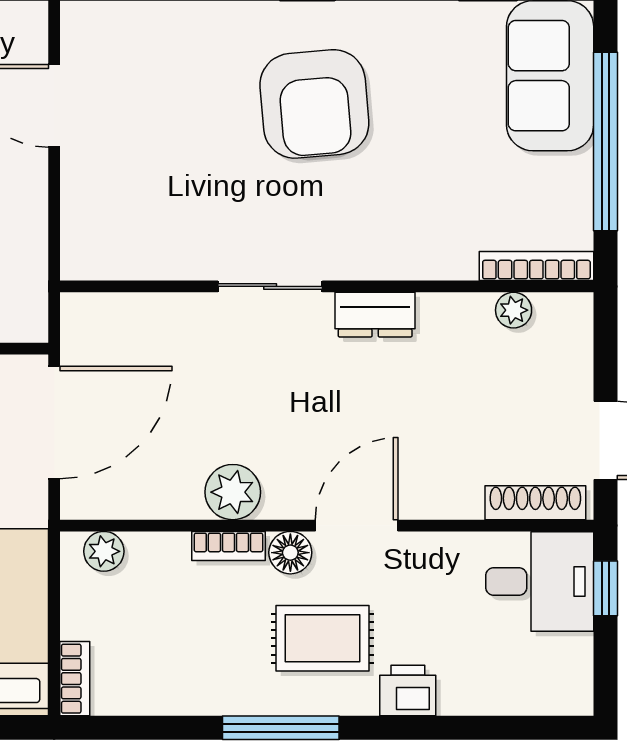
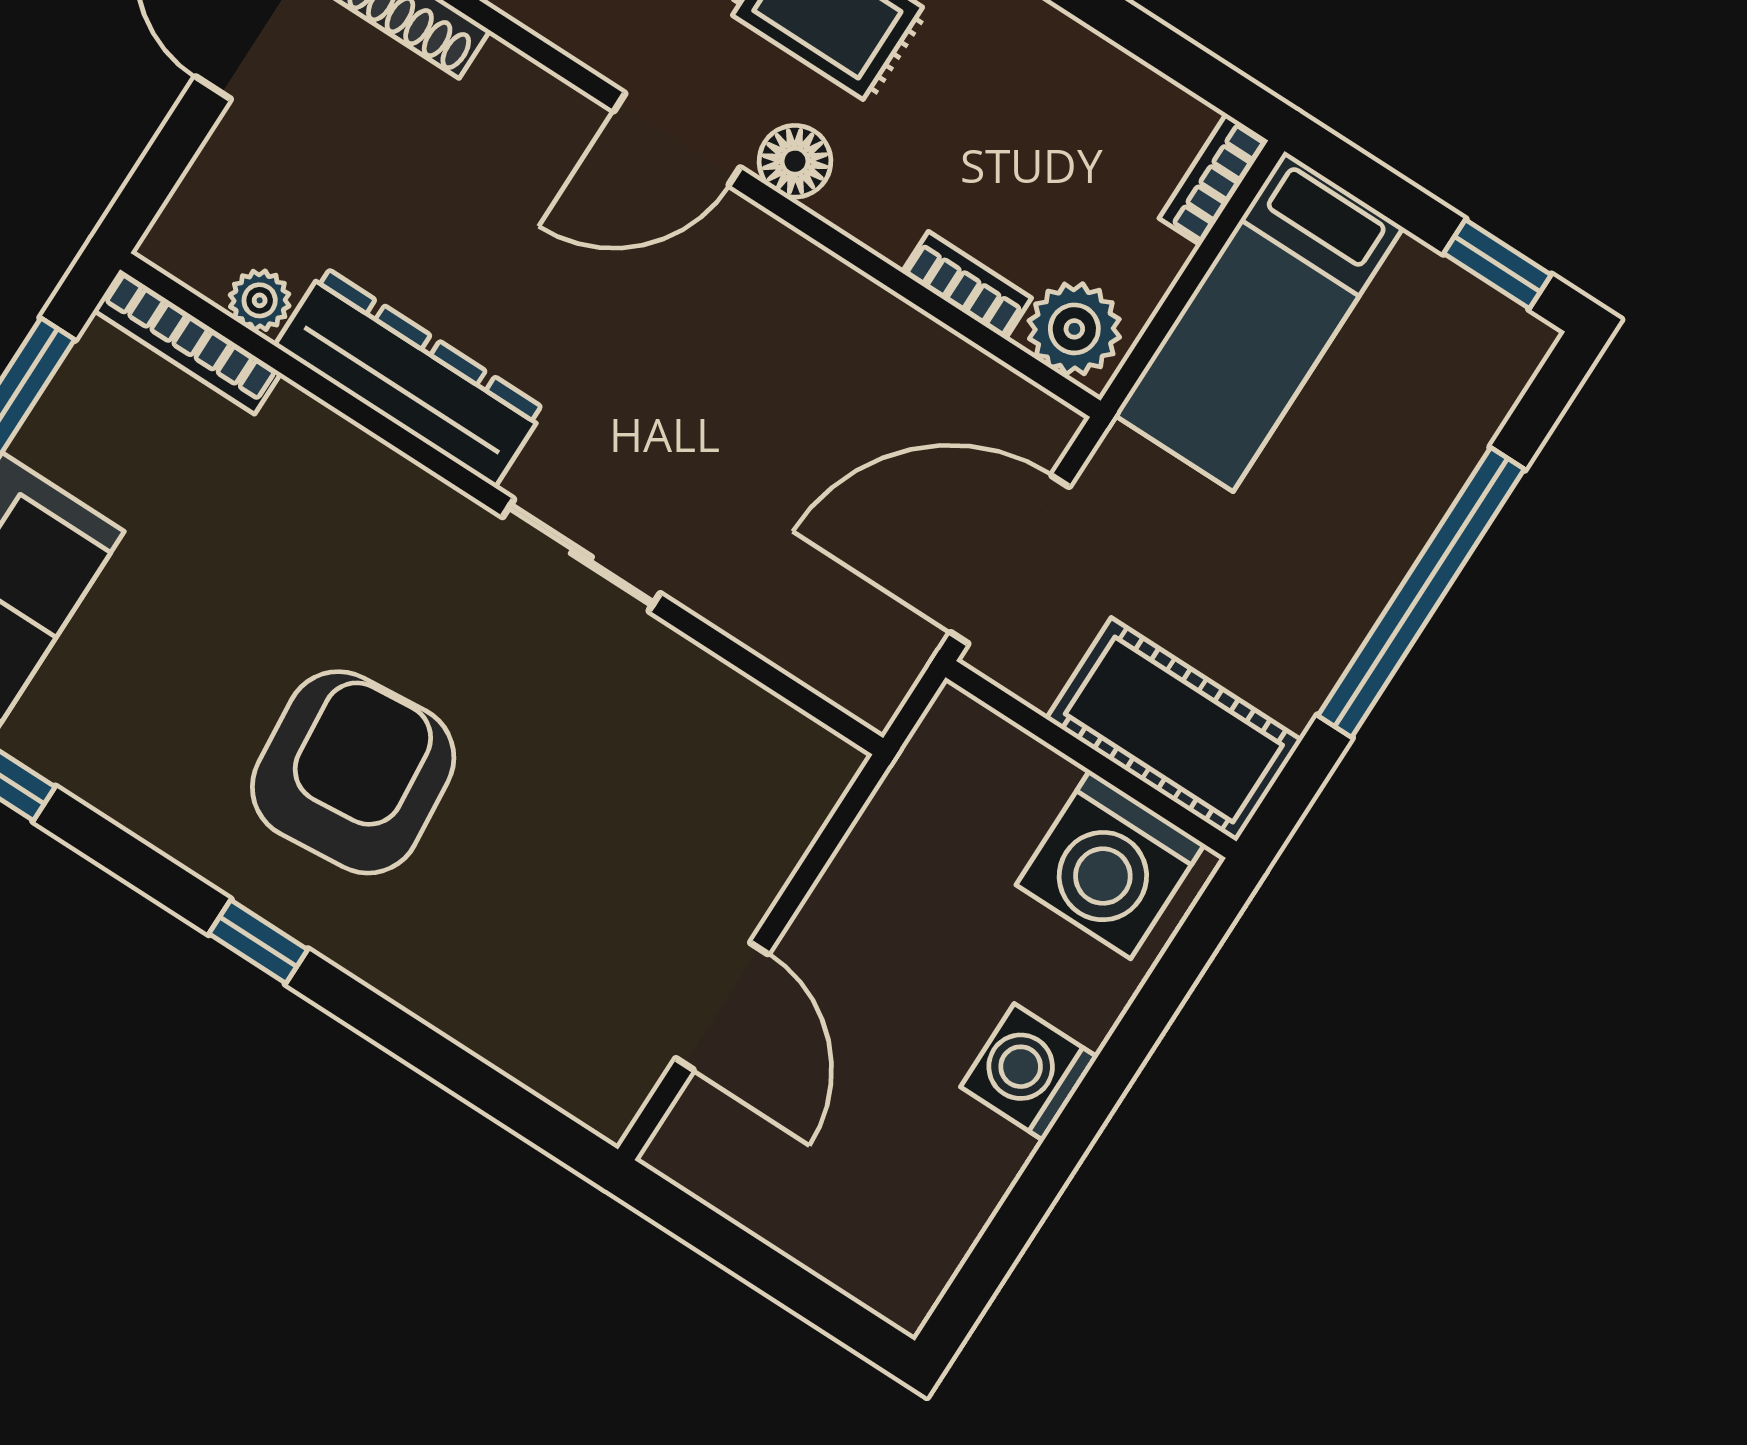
dresser: (375, 315) -> (410, 377), width x1.96, depth x1.24
plant: (233, 492) -> (821, 299), removed
bookcase: (228, 546) -> (967, 285), moved
plant: (104, 551) -> (1074, 329), width x1.38, depth x1.38

